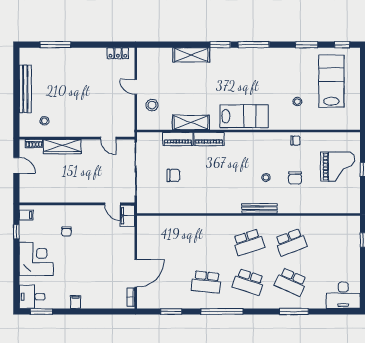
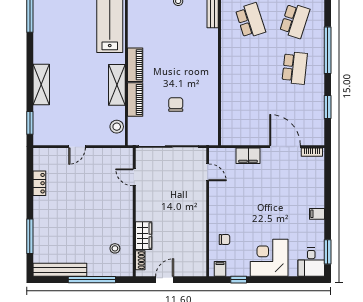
window: (220, 45) -> (30, 123), moved
locker: (118, 53) -> (39, 183), moved
bench: (25, 89) -> (60, 270), moved
window: (16, 100) -> (92, 280), added
stool: (152, 105) -> (117, 127), moved
door: (108, 138) -> (134, 177), swing flipped
wardrobe: (62, 147) -> (144, 236), width x0.67
door: (113, 204) -> (208, 172), hinge flipped
filing cabinet: (127, 216) -> (248, 156), moved
chair: (66, 231) -> (224, 239), moved

